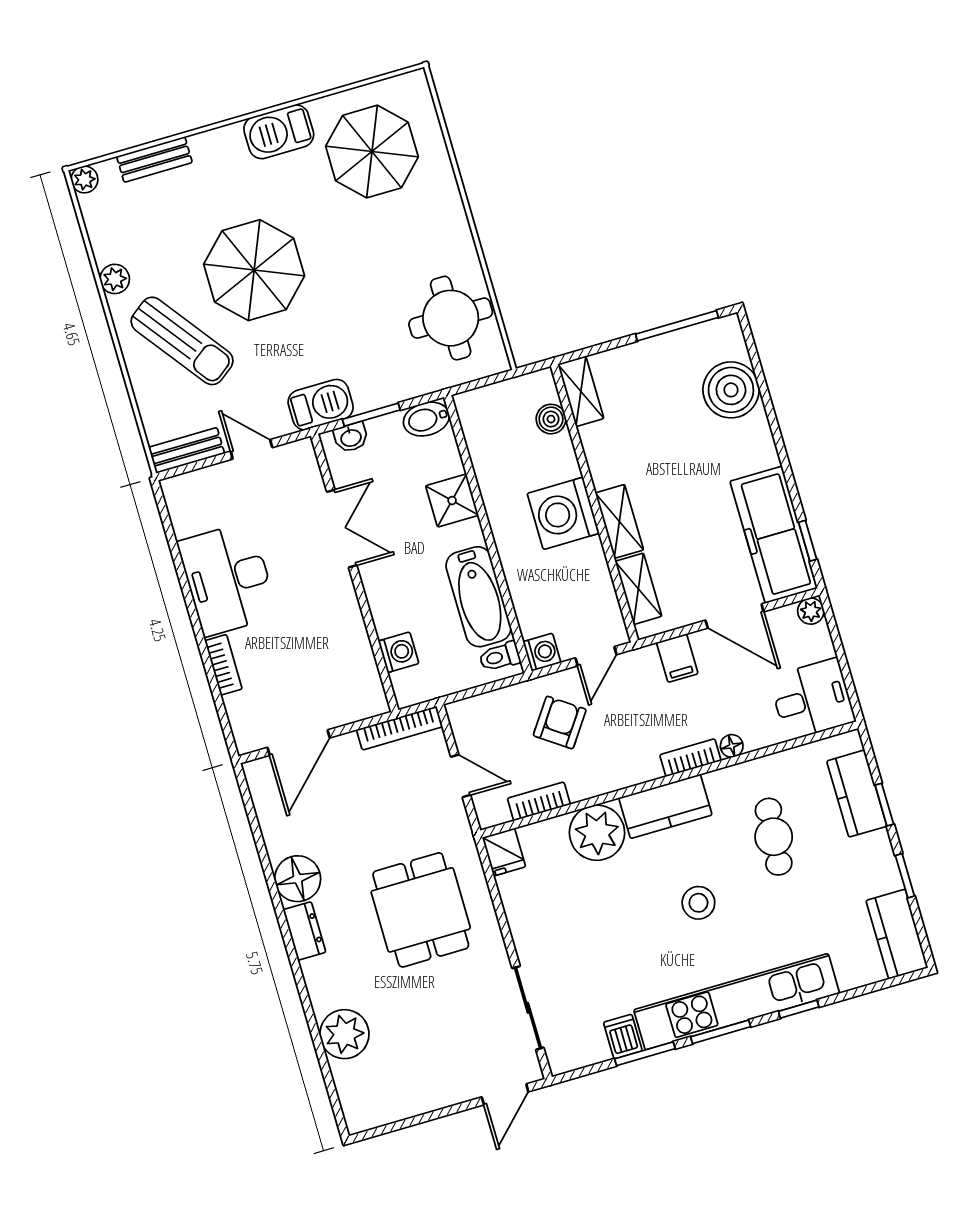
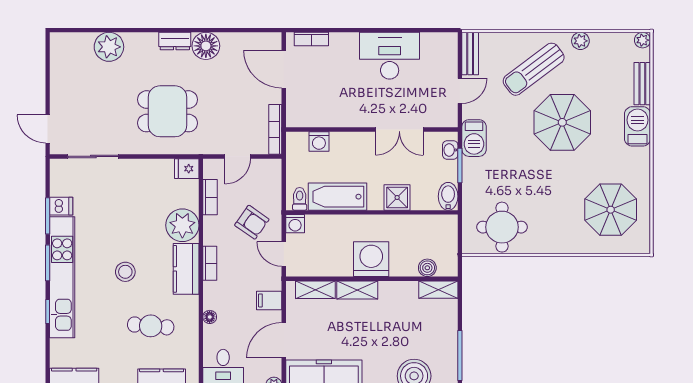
barbecue: (279, 132) -> (638, 126), moved
bookcase: (223, 665) -> (311, 39), moved
bookcase: (690, 758) -> (210, 263), moved

